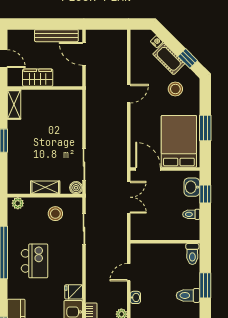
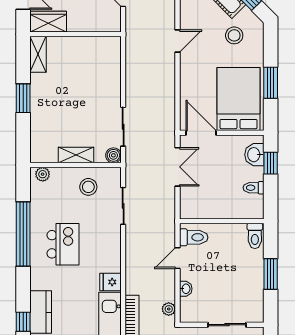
wardrobe: (38, 78) -> (48, 22), moved
toilet: (188, 295) -> (194, 237), moved, turned 180

